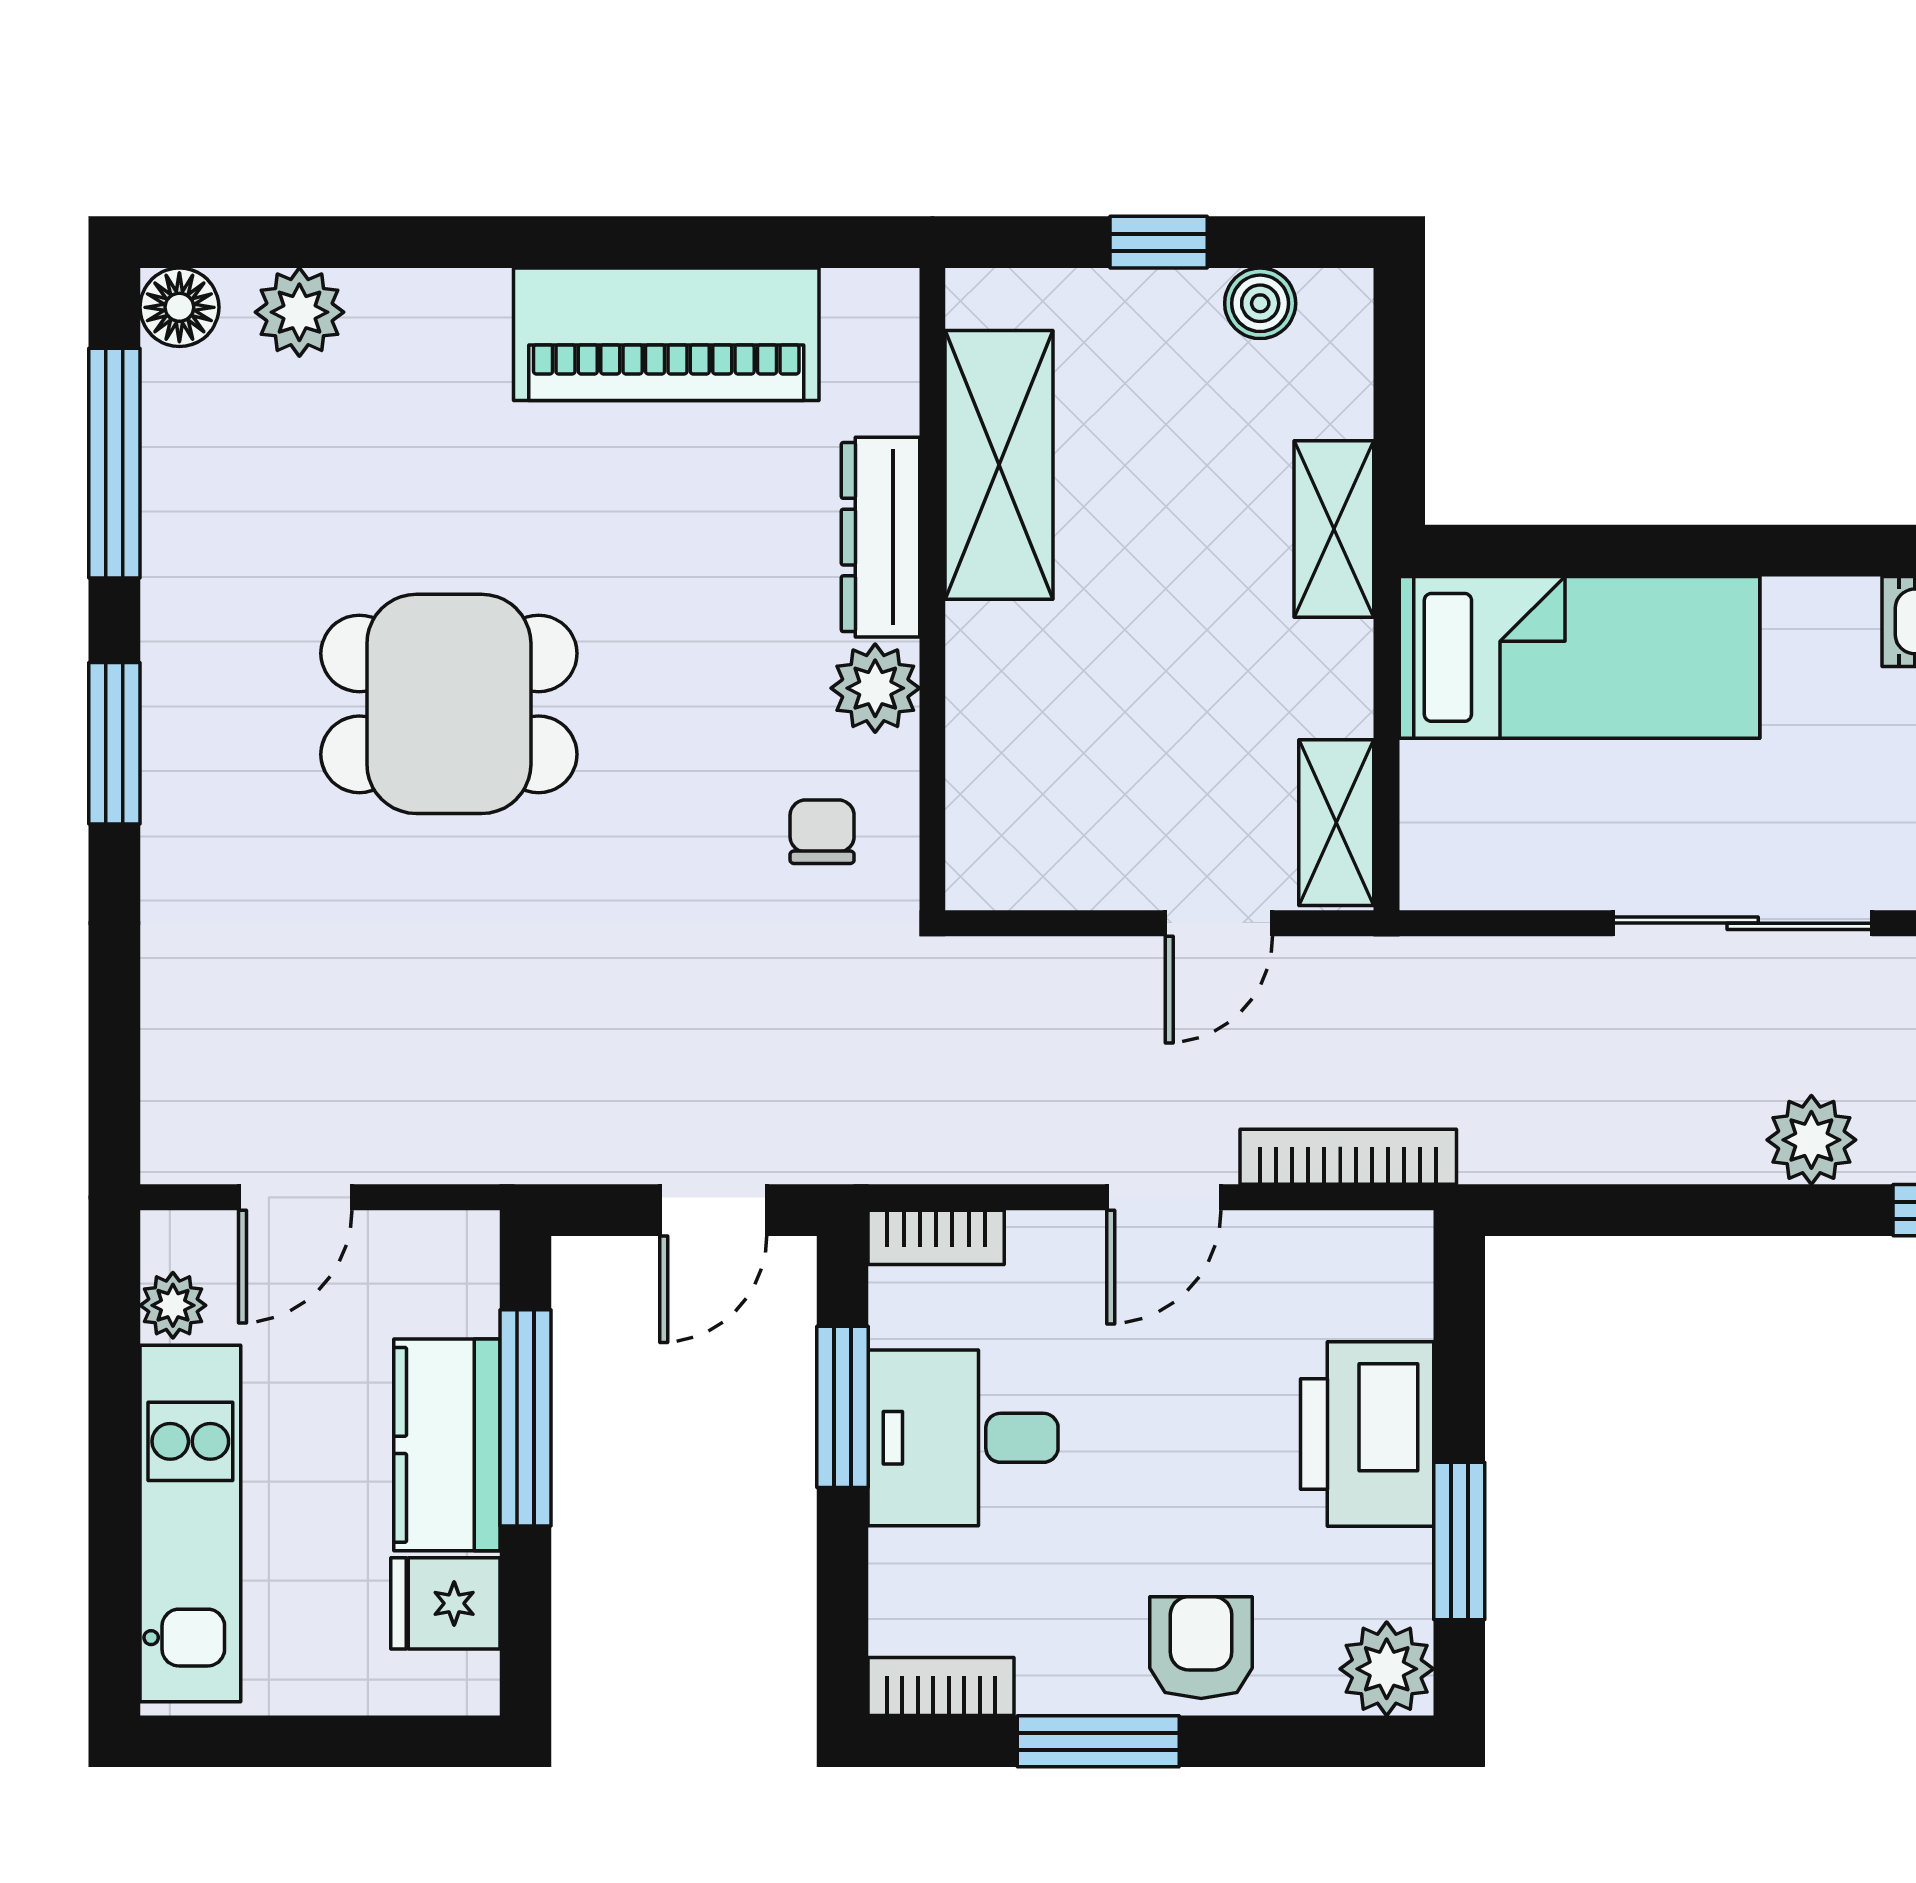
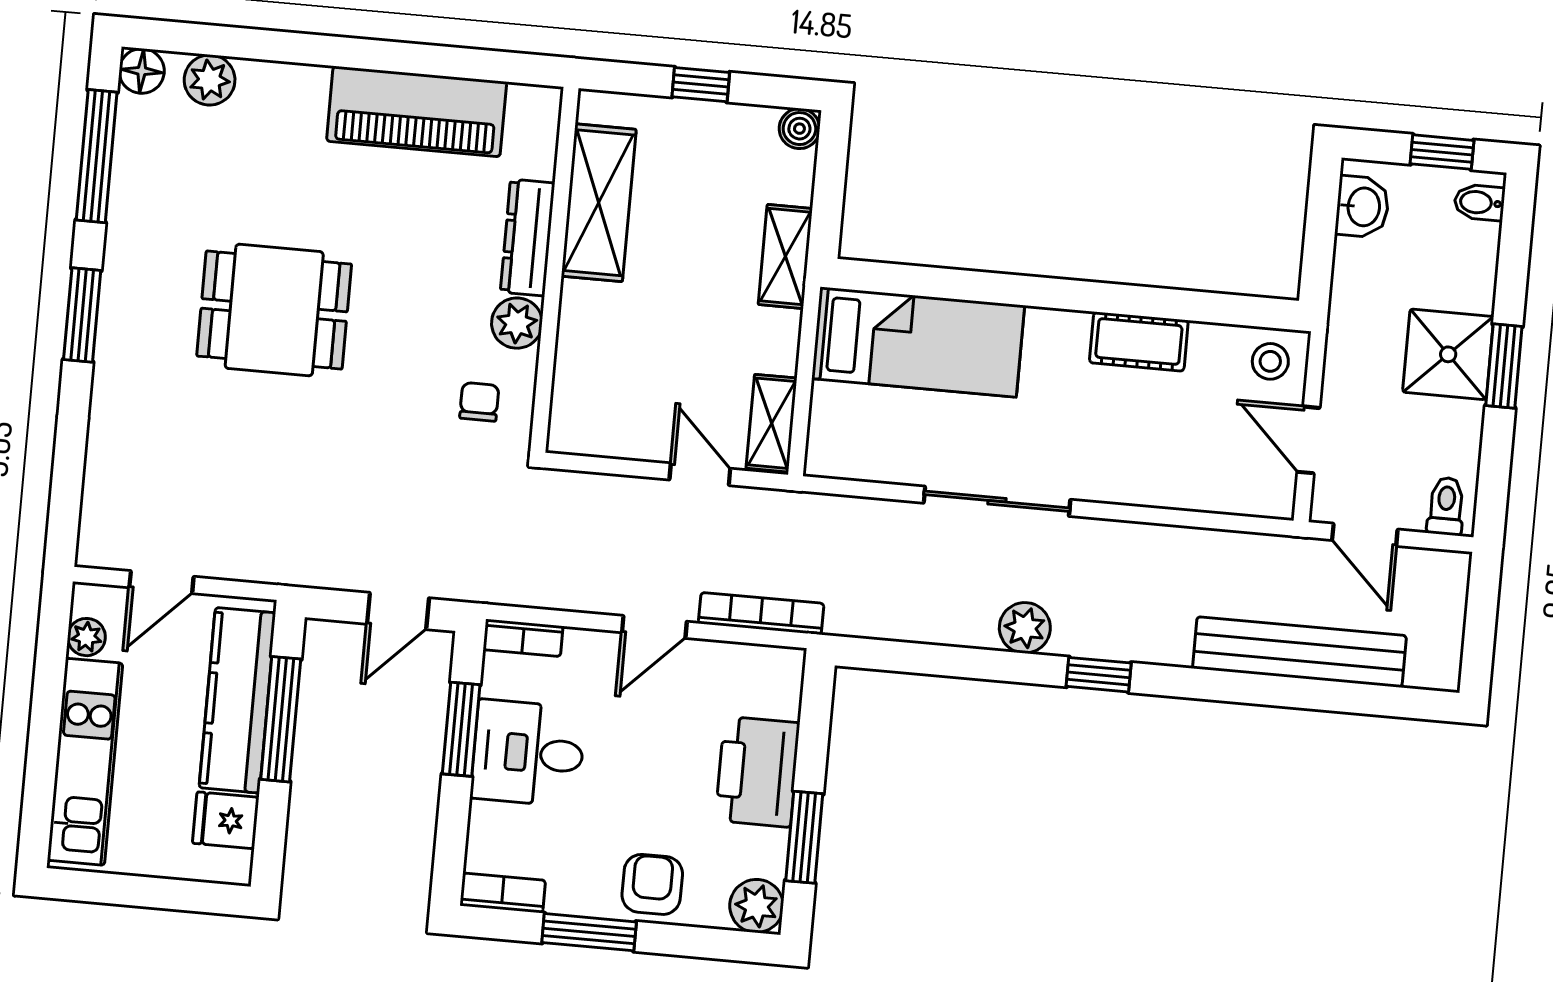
boiler: (1260, 303) -> (799, 129), moved
door: (1219, 923) -> (700, 474), swing flipped
kitchen counter: (447, 1445) -> (237, 700), width x1.50

